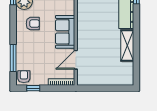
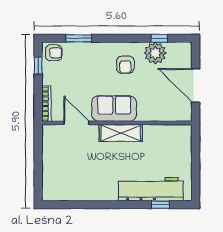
shelving: (127, 45) -> (121, 133), moved
window: (13, 58) -> (79, 38), width x0.69

